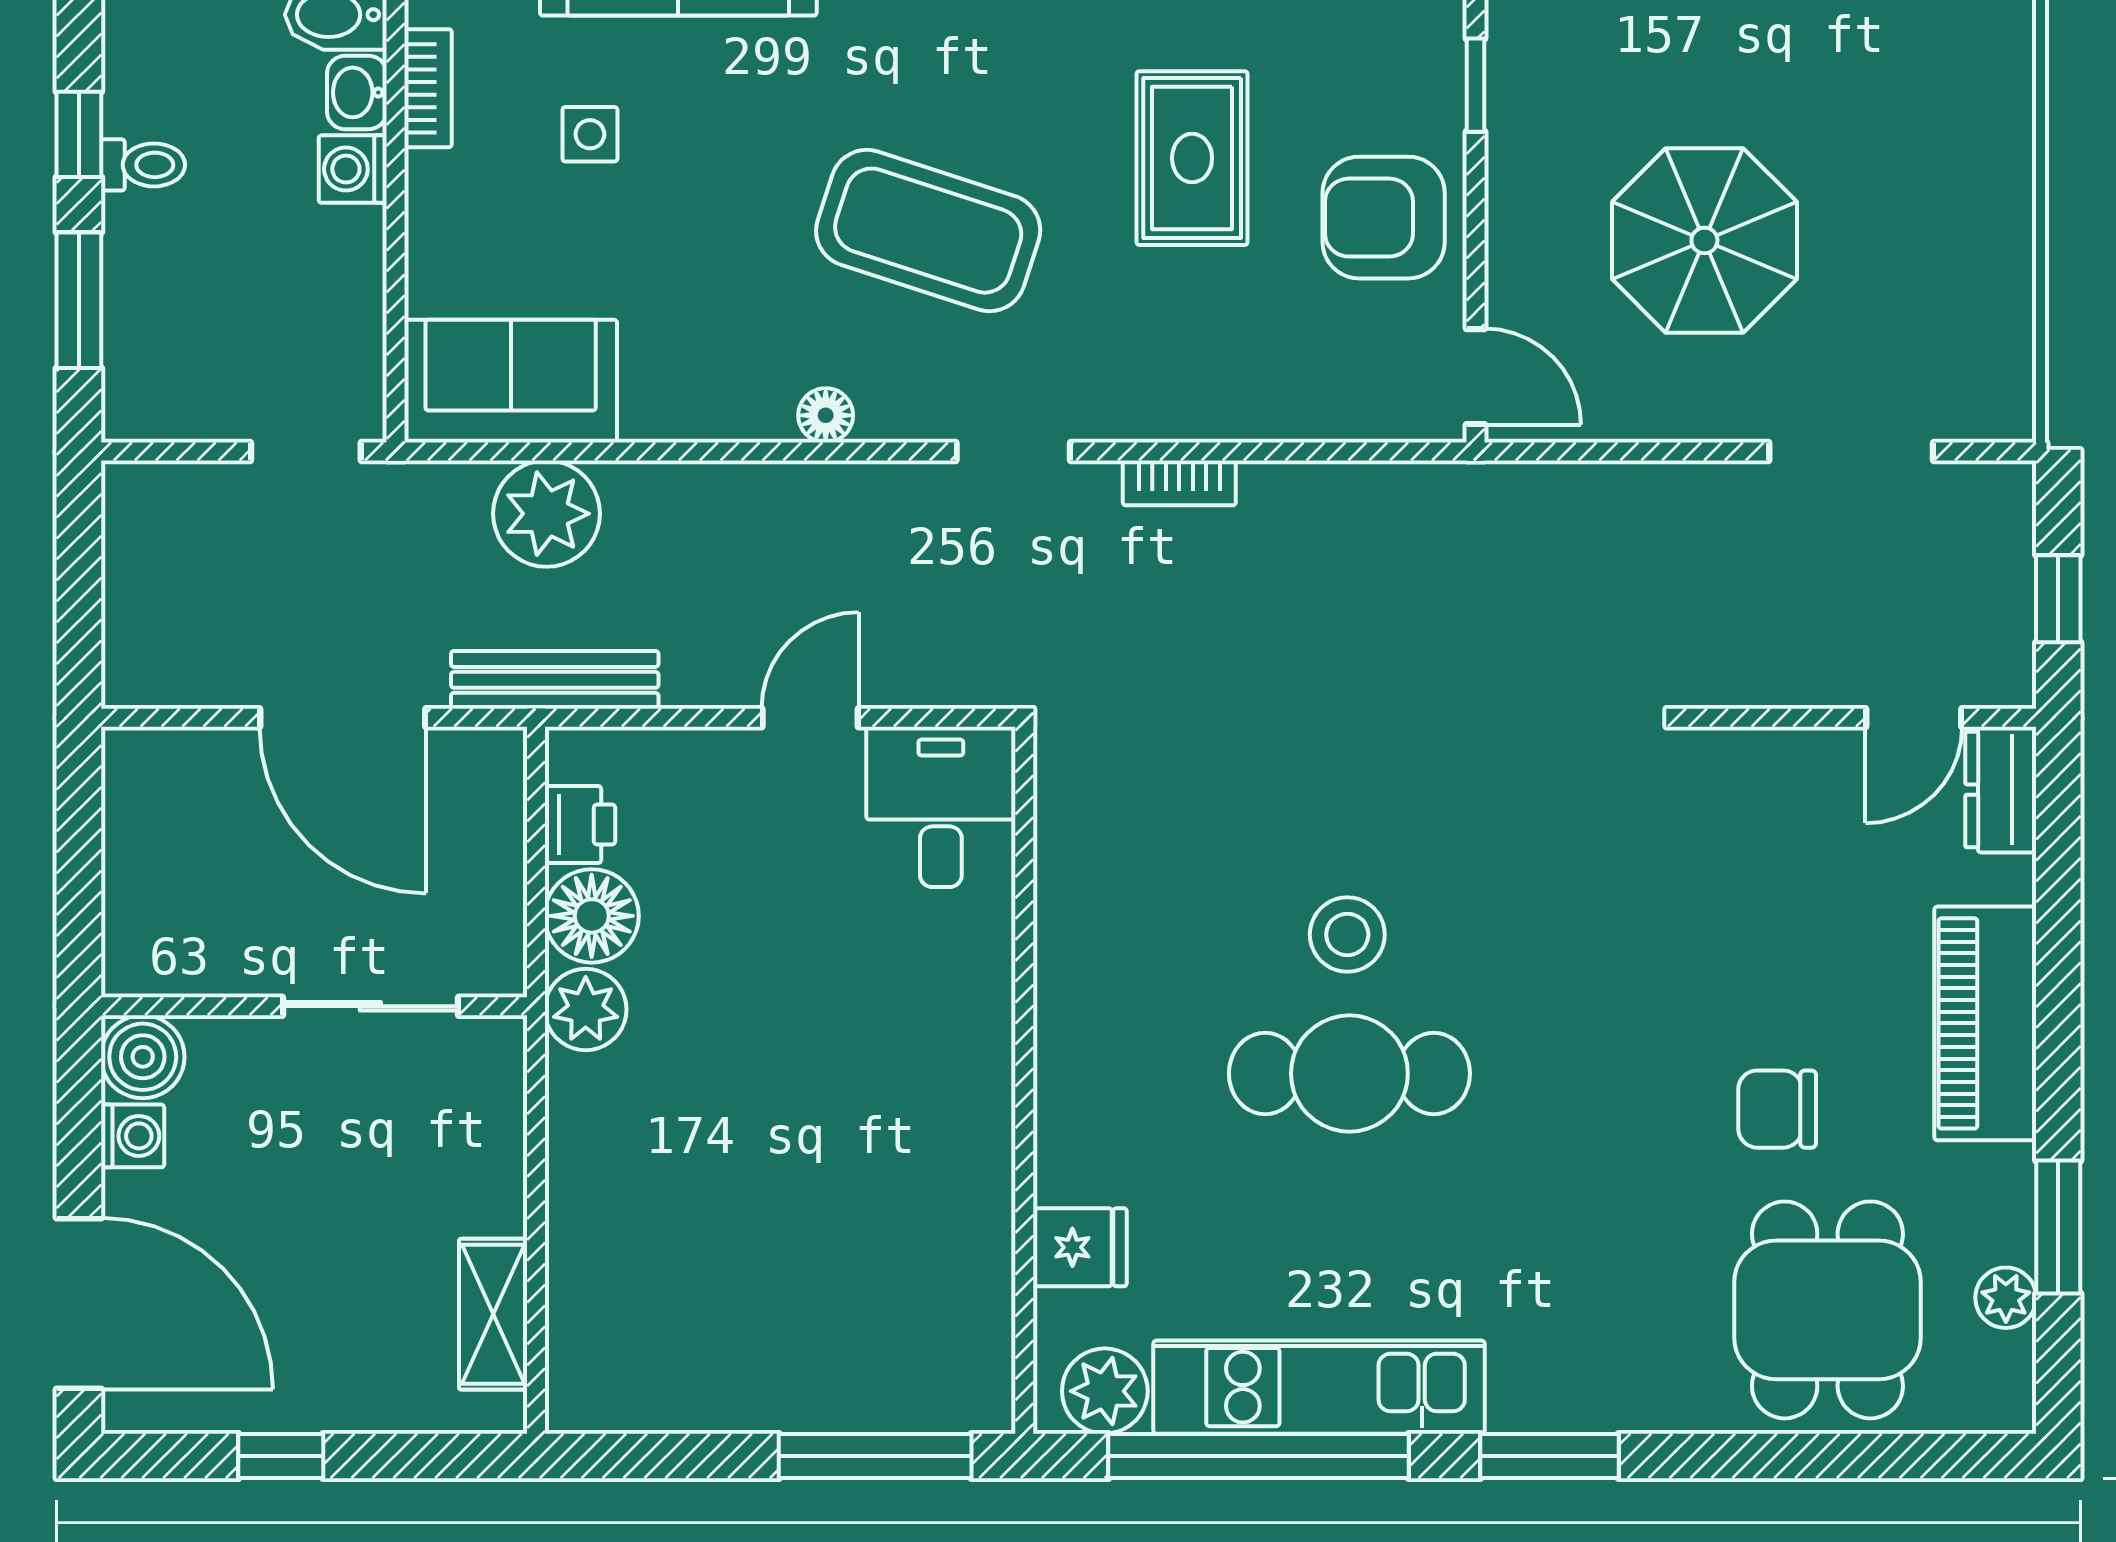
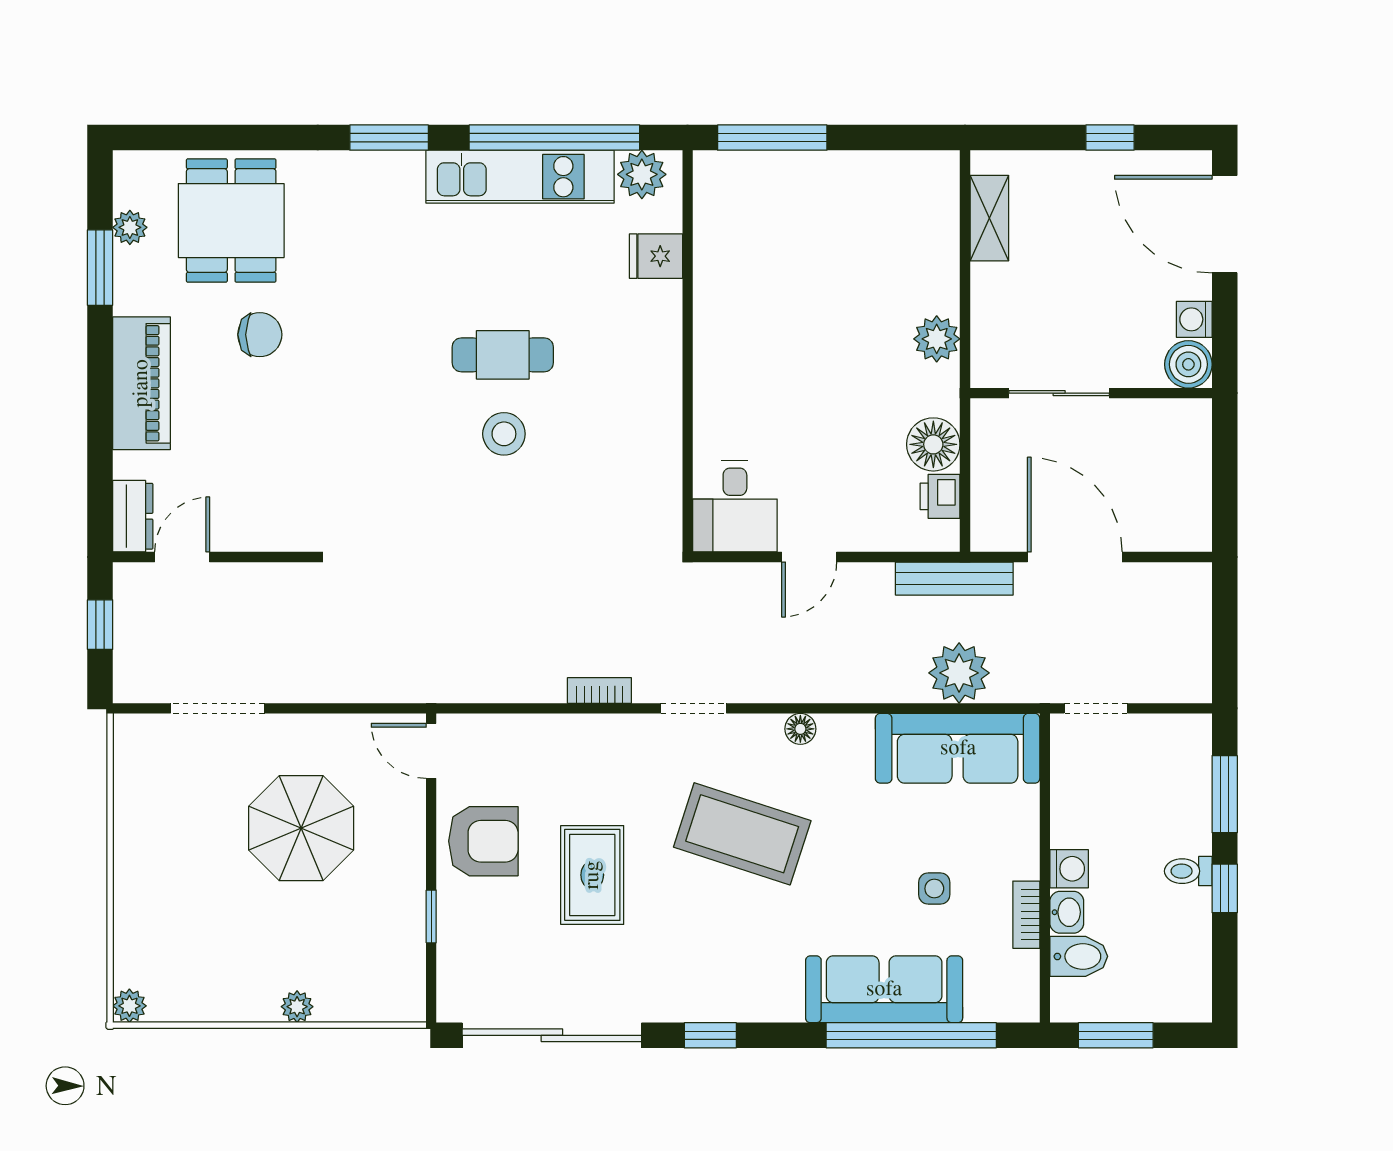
sofa: (511, 381) -> (958, 748), width x1.36
plant: (586, 1009) -> (937, 339), moved
cafe table: (1349, 1073) -> (503, 355), width x0.73, depth x0.74

